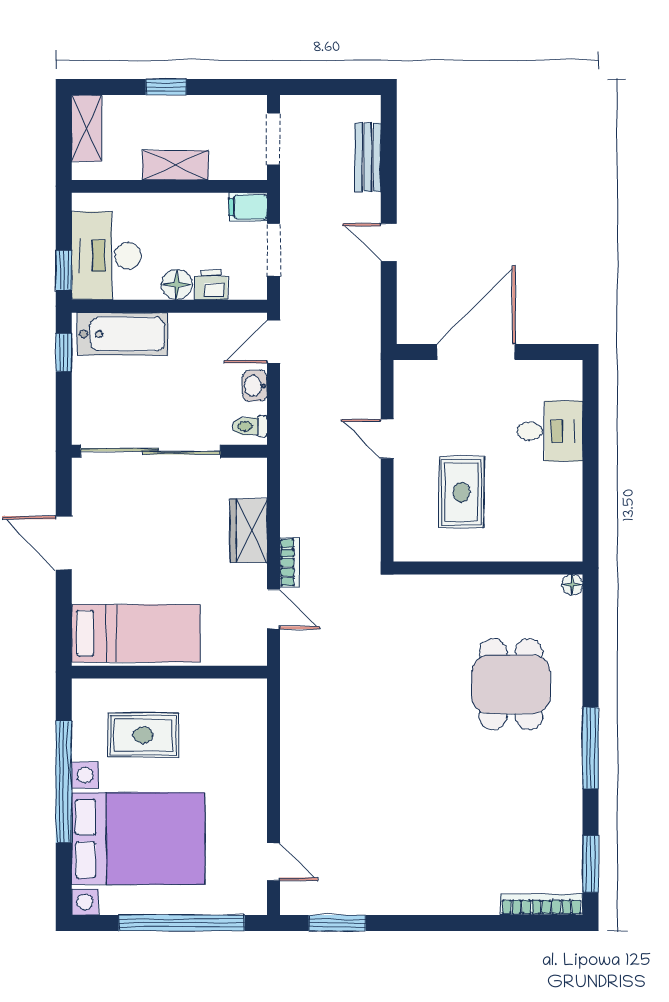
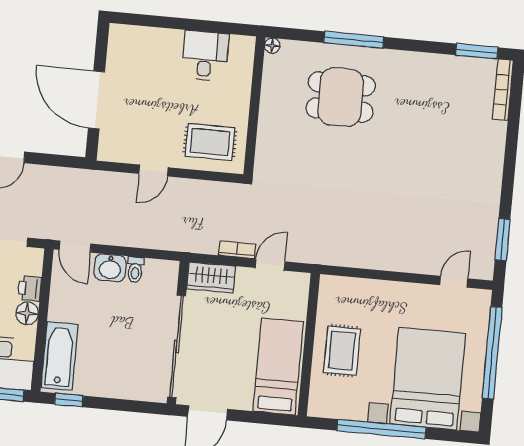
washbasin: (255, 386) -> (110, 268), width x1.38, depth x1.45
desk: (550, 431) -> (205, 56), moved
sliding door: (151, 451) -> (177, 346), moved
wall: (169, 451) -> (178, 333), moved
rug: (461, 492) -> (210, 142), moved
rug: (143, 735) -> (342, 351), moved
window: (591, 748) -> (354, 40), moved

